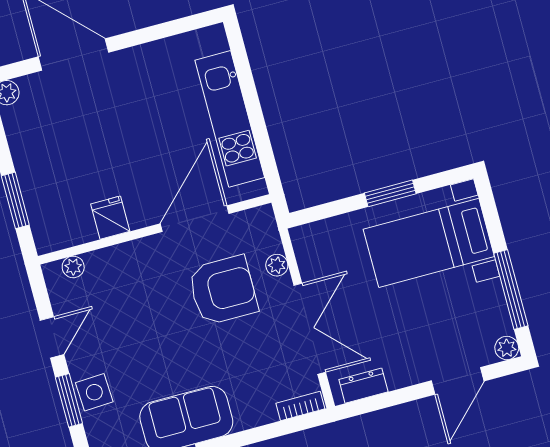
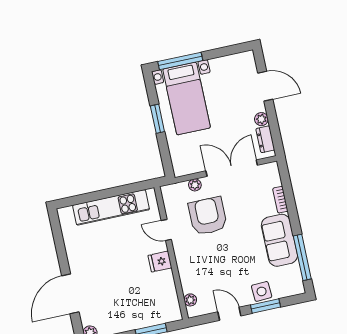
fridge: (110, 218) -> (160, 262), moved
door: (195, 219) -> (166, 230), width x0.53
window: (511, 289) -> (180, 61), moved
plant: (507, 348) -> (261, 119), moved
bookcase: (300, 406) -> (280, 200), moved

